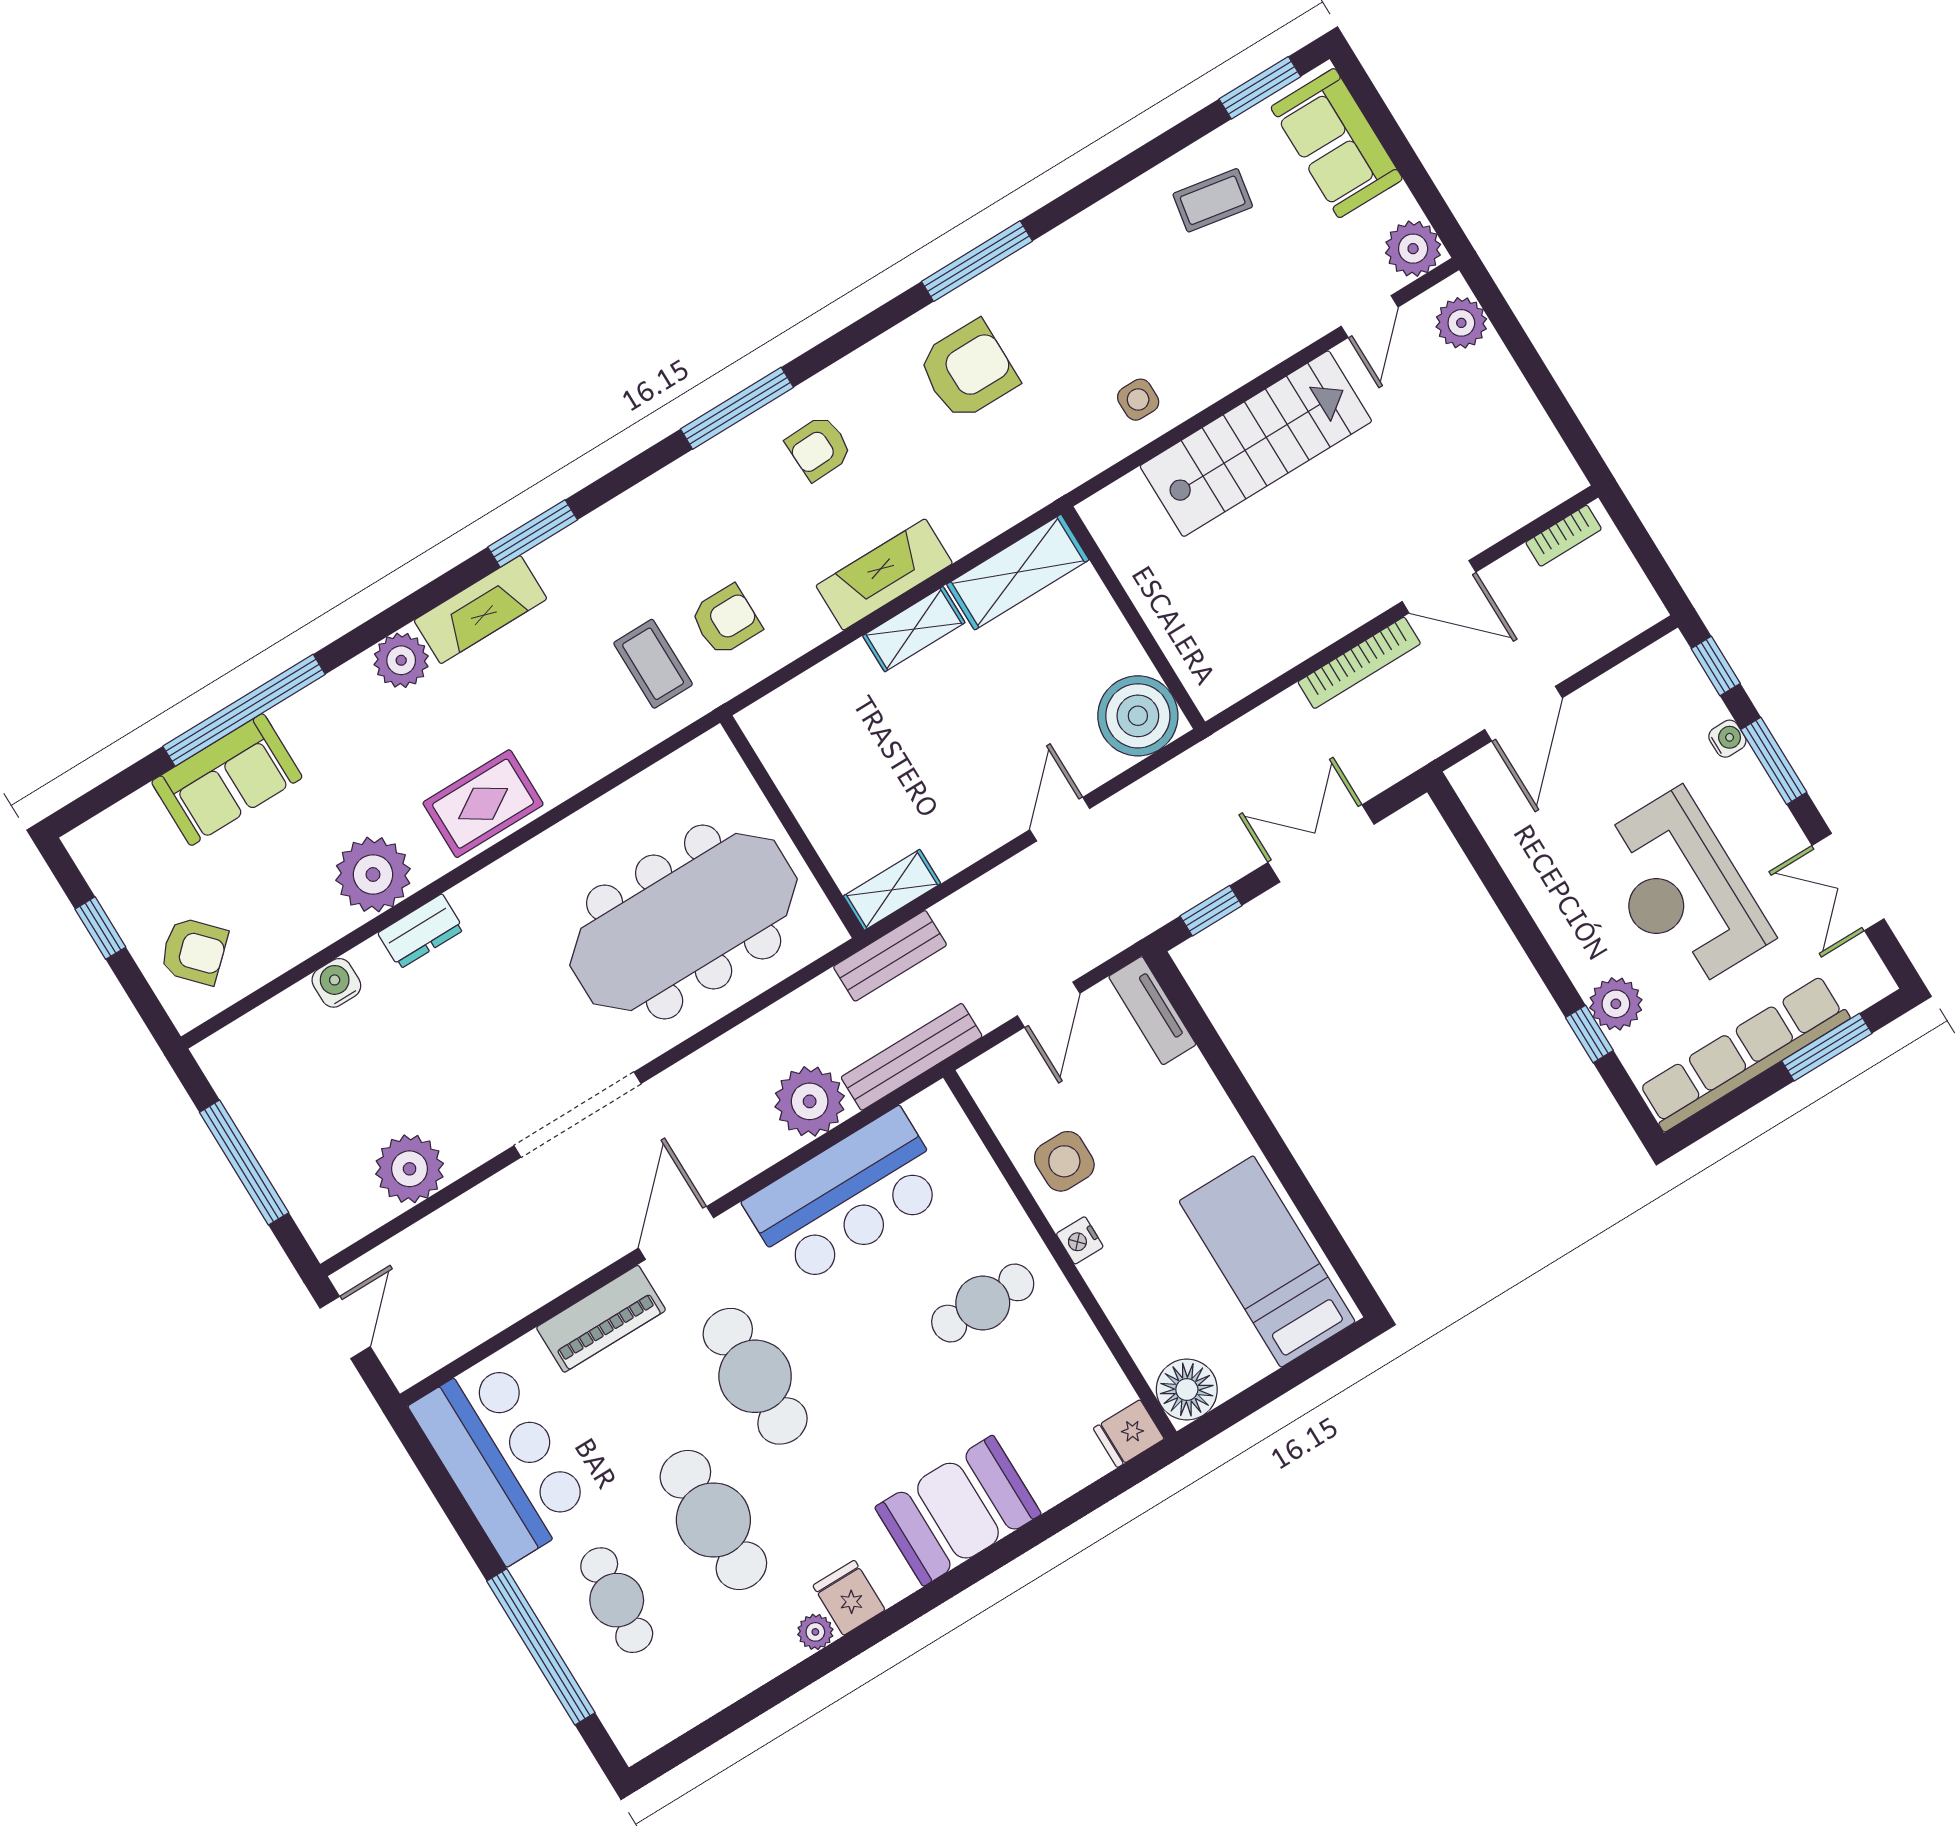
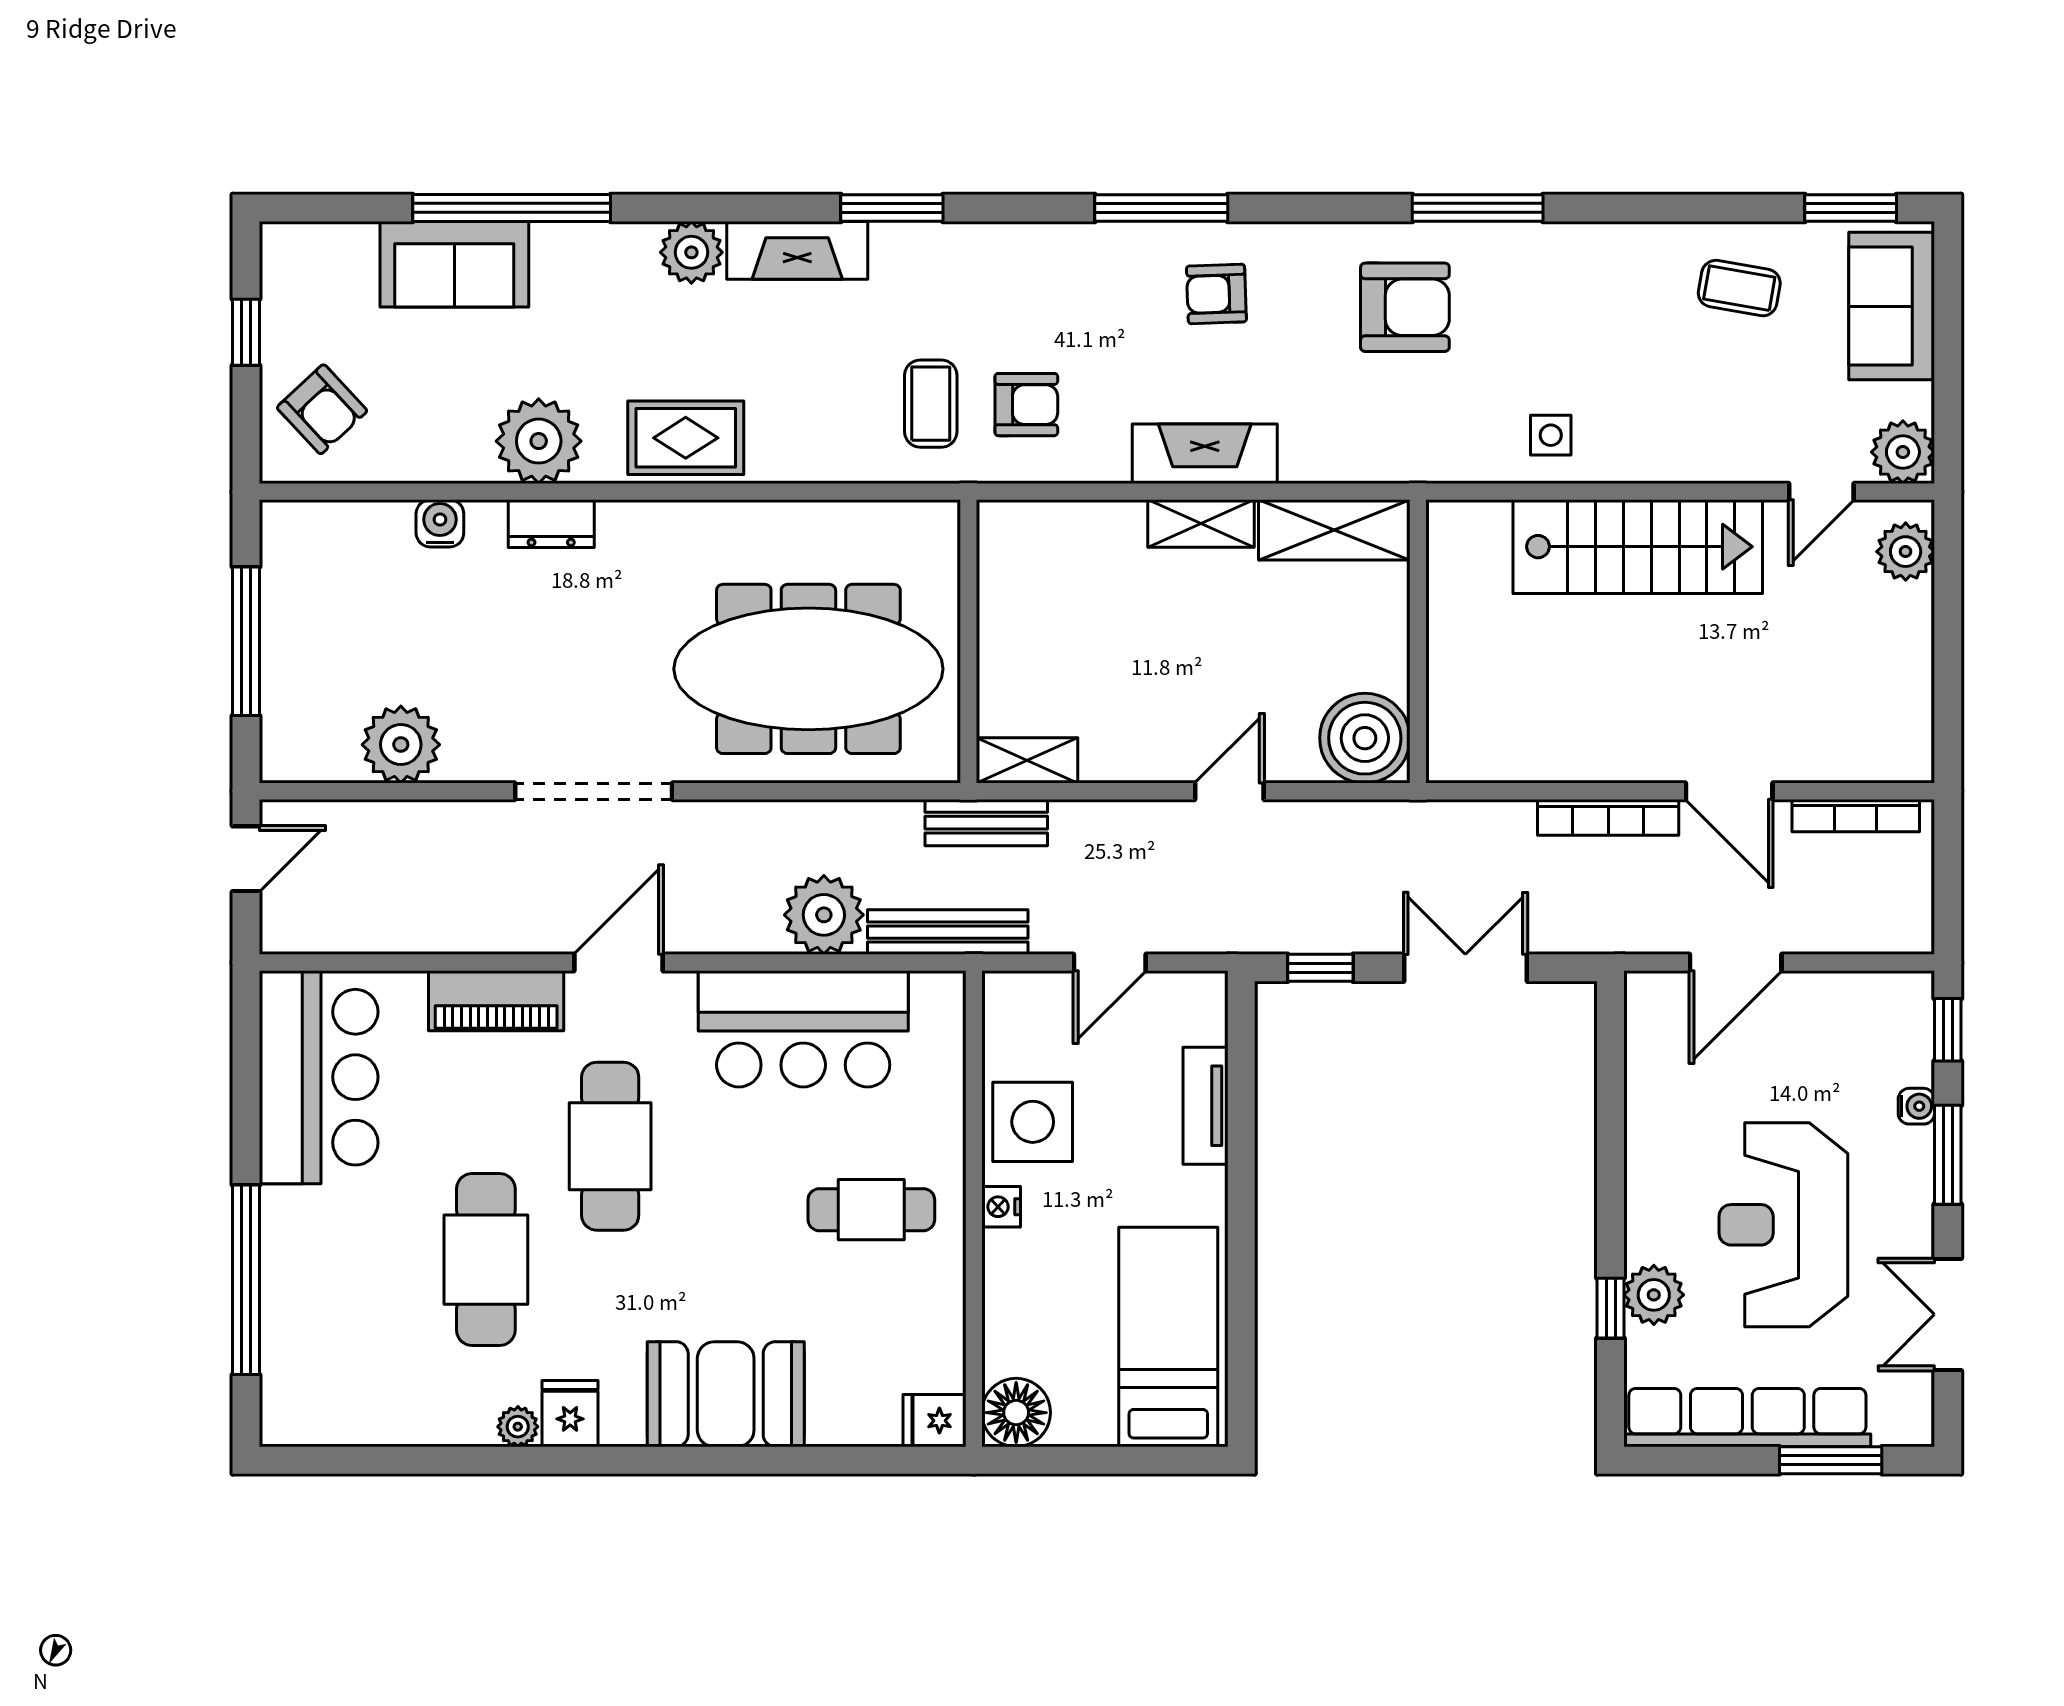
bookcase: (1564, 536) -> (1856, 816), width x1.56
tv unit: (1152, 1011) -> (1206, 1106), moved
side table: (1064, 1161) -> (1033, 1122), width x1.37, depth x1.37
cafe table: (617, 1600) -> (346, 1280), removed

